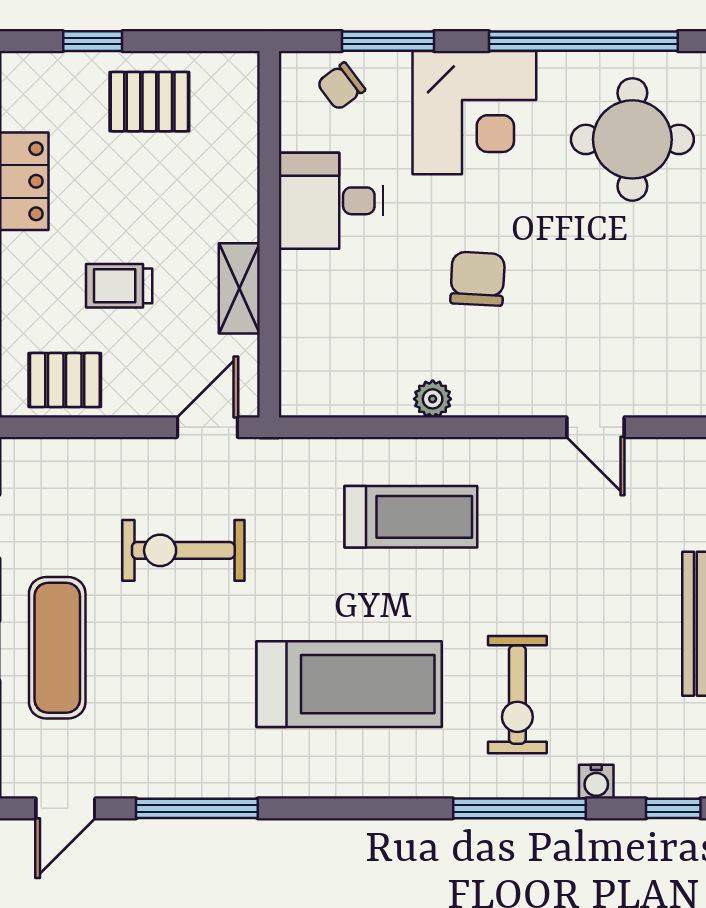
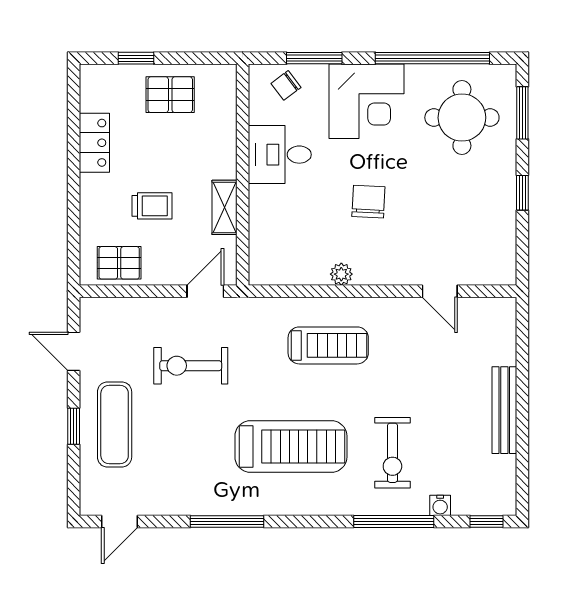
trolley: (119, 286) -> (152, 206), turned 180
window: (197, 808) -> (227, 521), moved

